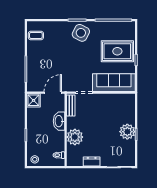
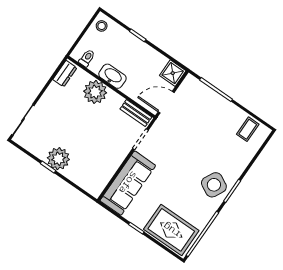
rug: (117, 51) -> (171, 230), moved, turned 90
door: (53, 93) -> (166, 102), swing flipped
washbasin: (59, 121) -> (112, 76), moved
dresser: (92, 162) -> (65, 74), moved

